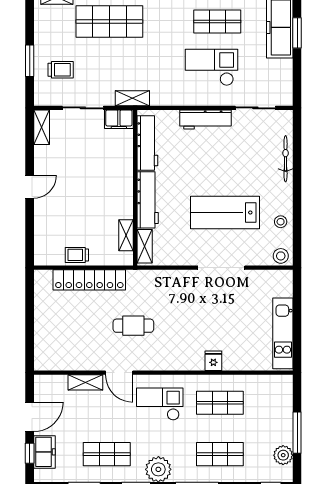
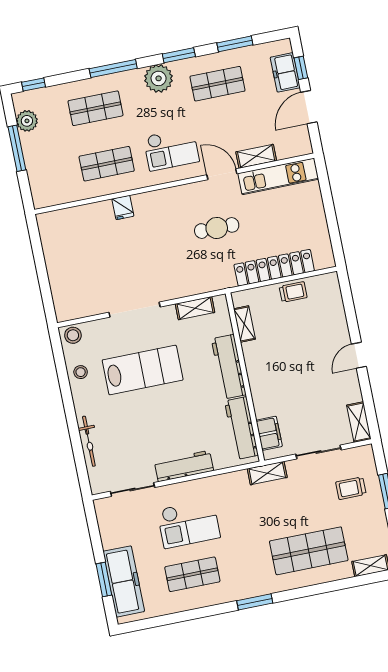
filing cabinet: (119, 119) -> (269, 433), moved, turned 90
shelving: (145, 246) -> (195, 308), moved, turned 90
kitchen unit: (283, 333) -> (278, 176), moved, turned 90

